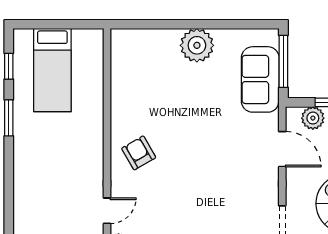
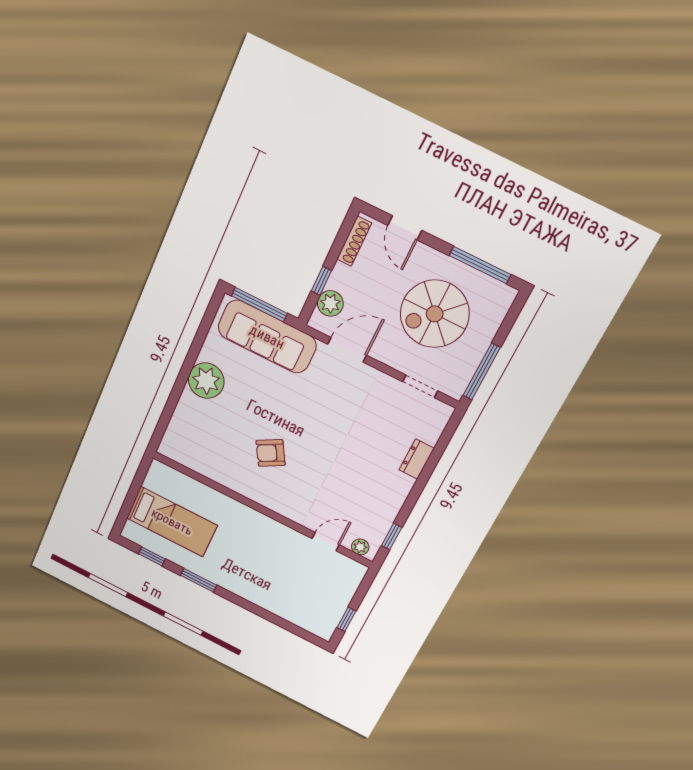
sofa: (260, 79) -> (267, 337), width x1.36
armchair: (139, 153) -> (271, 453), moved
door: (107, 211) -> (326, 542), hinge flipped

